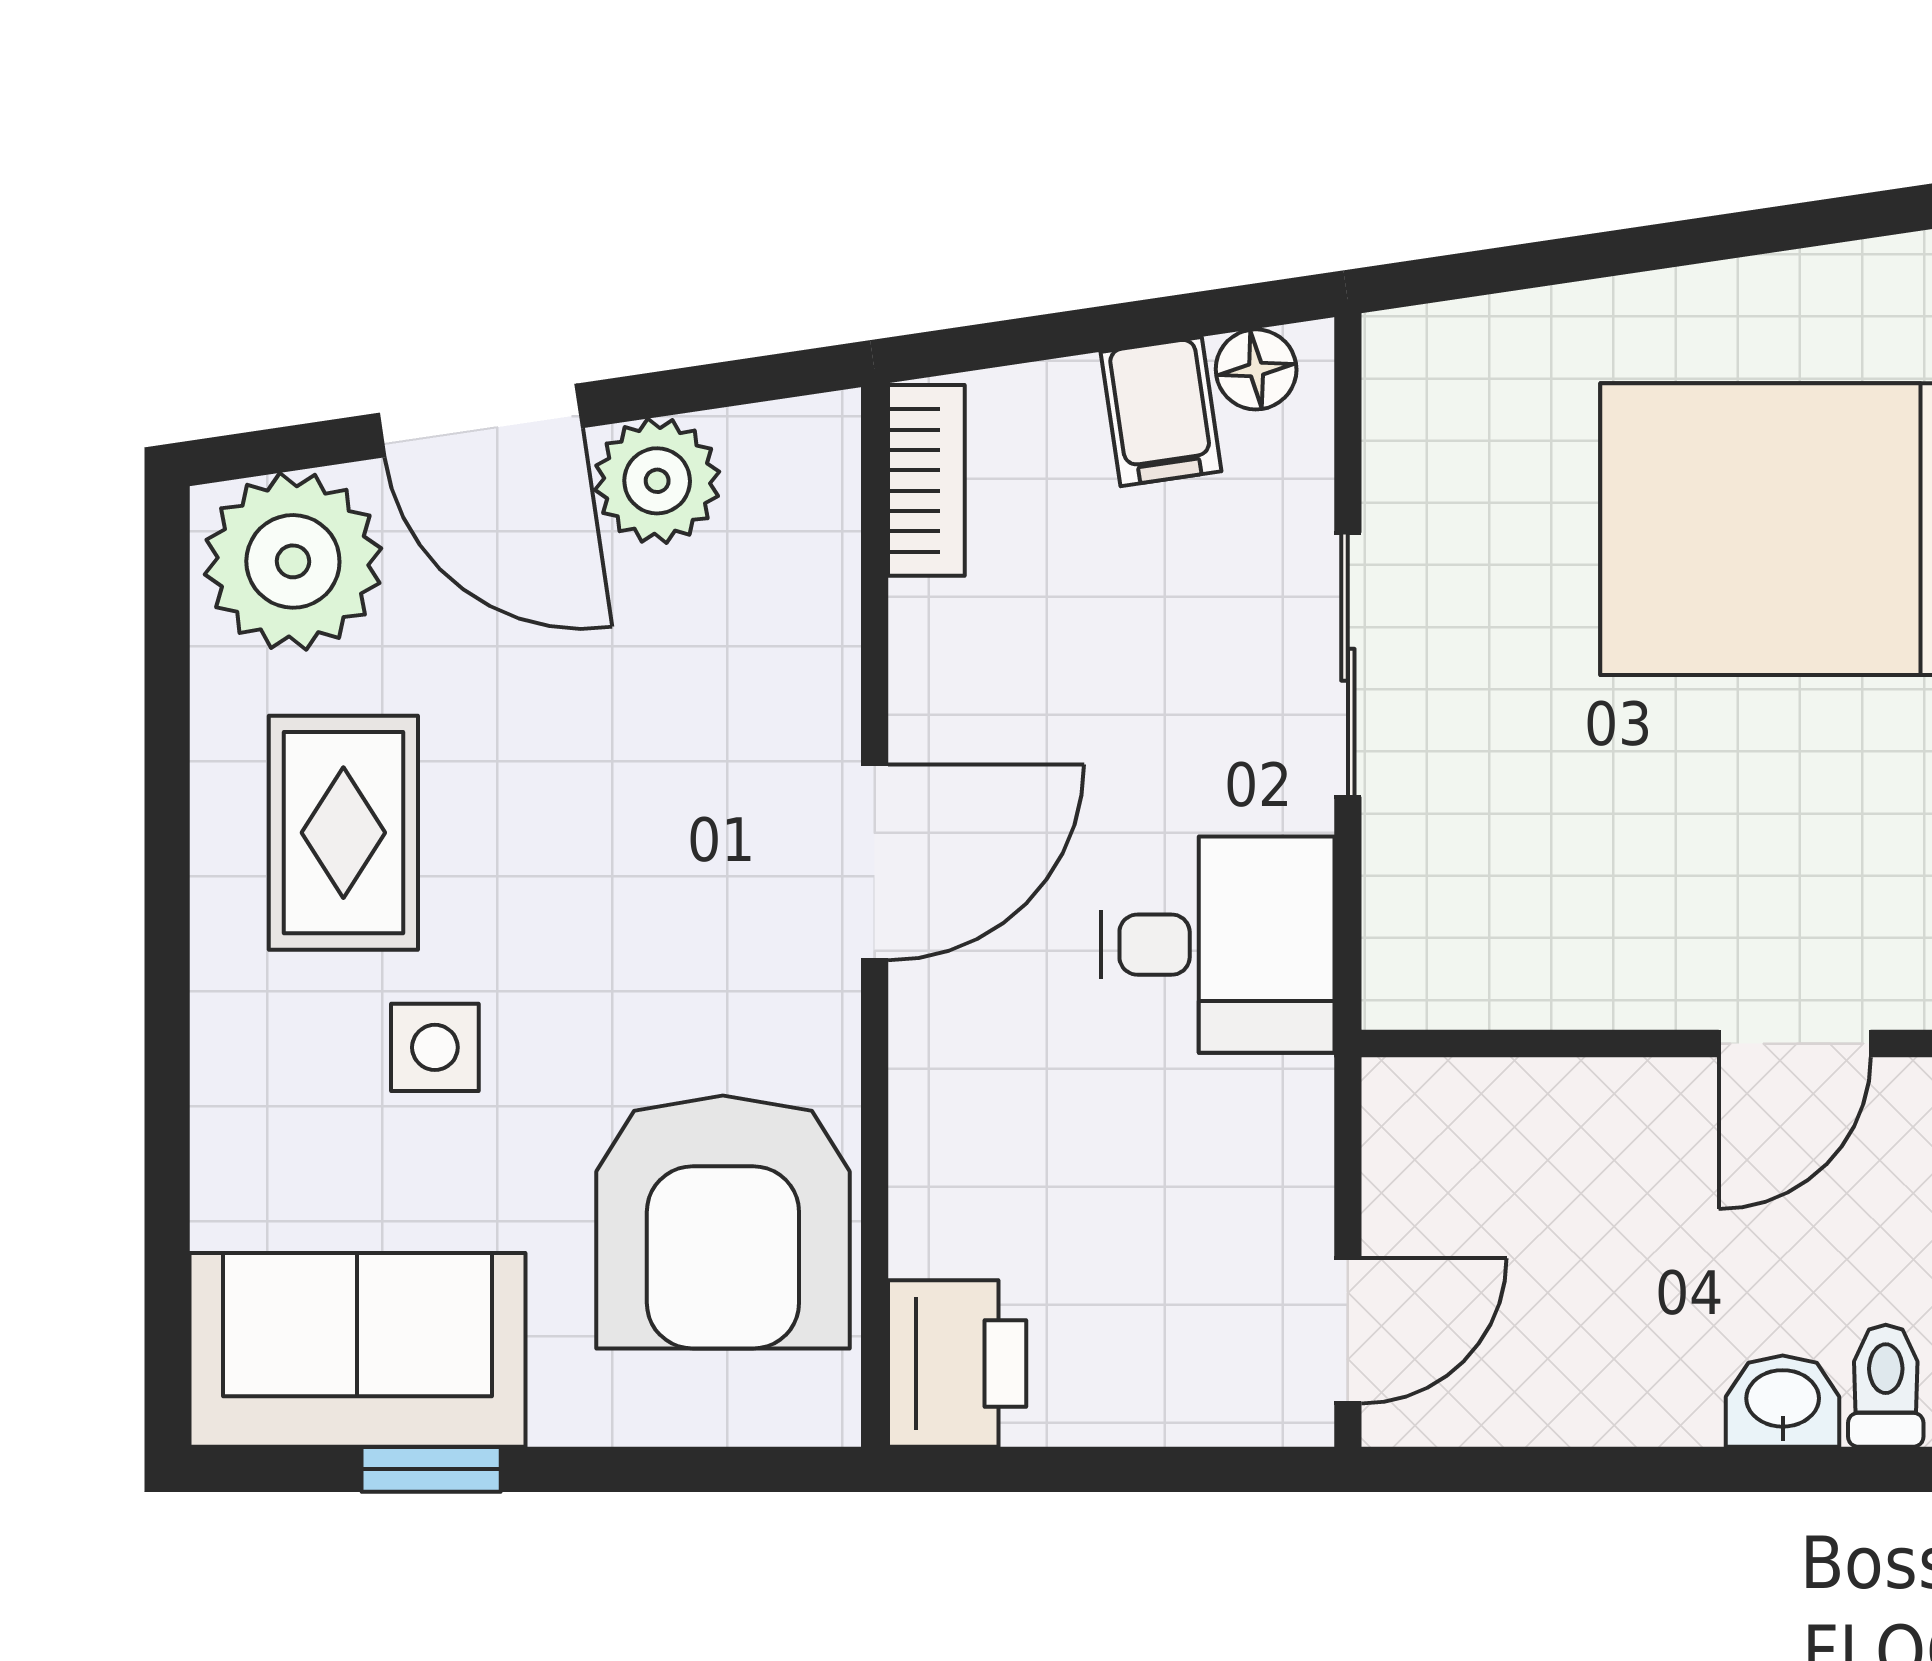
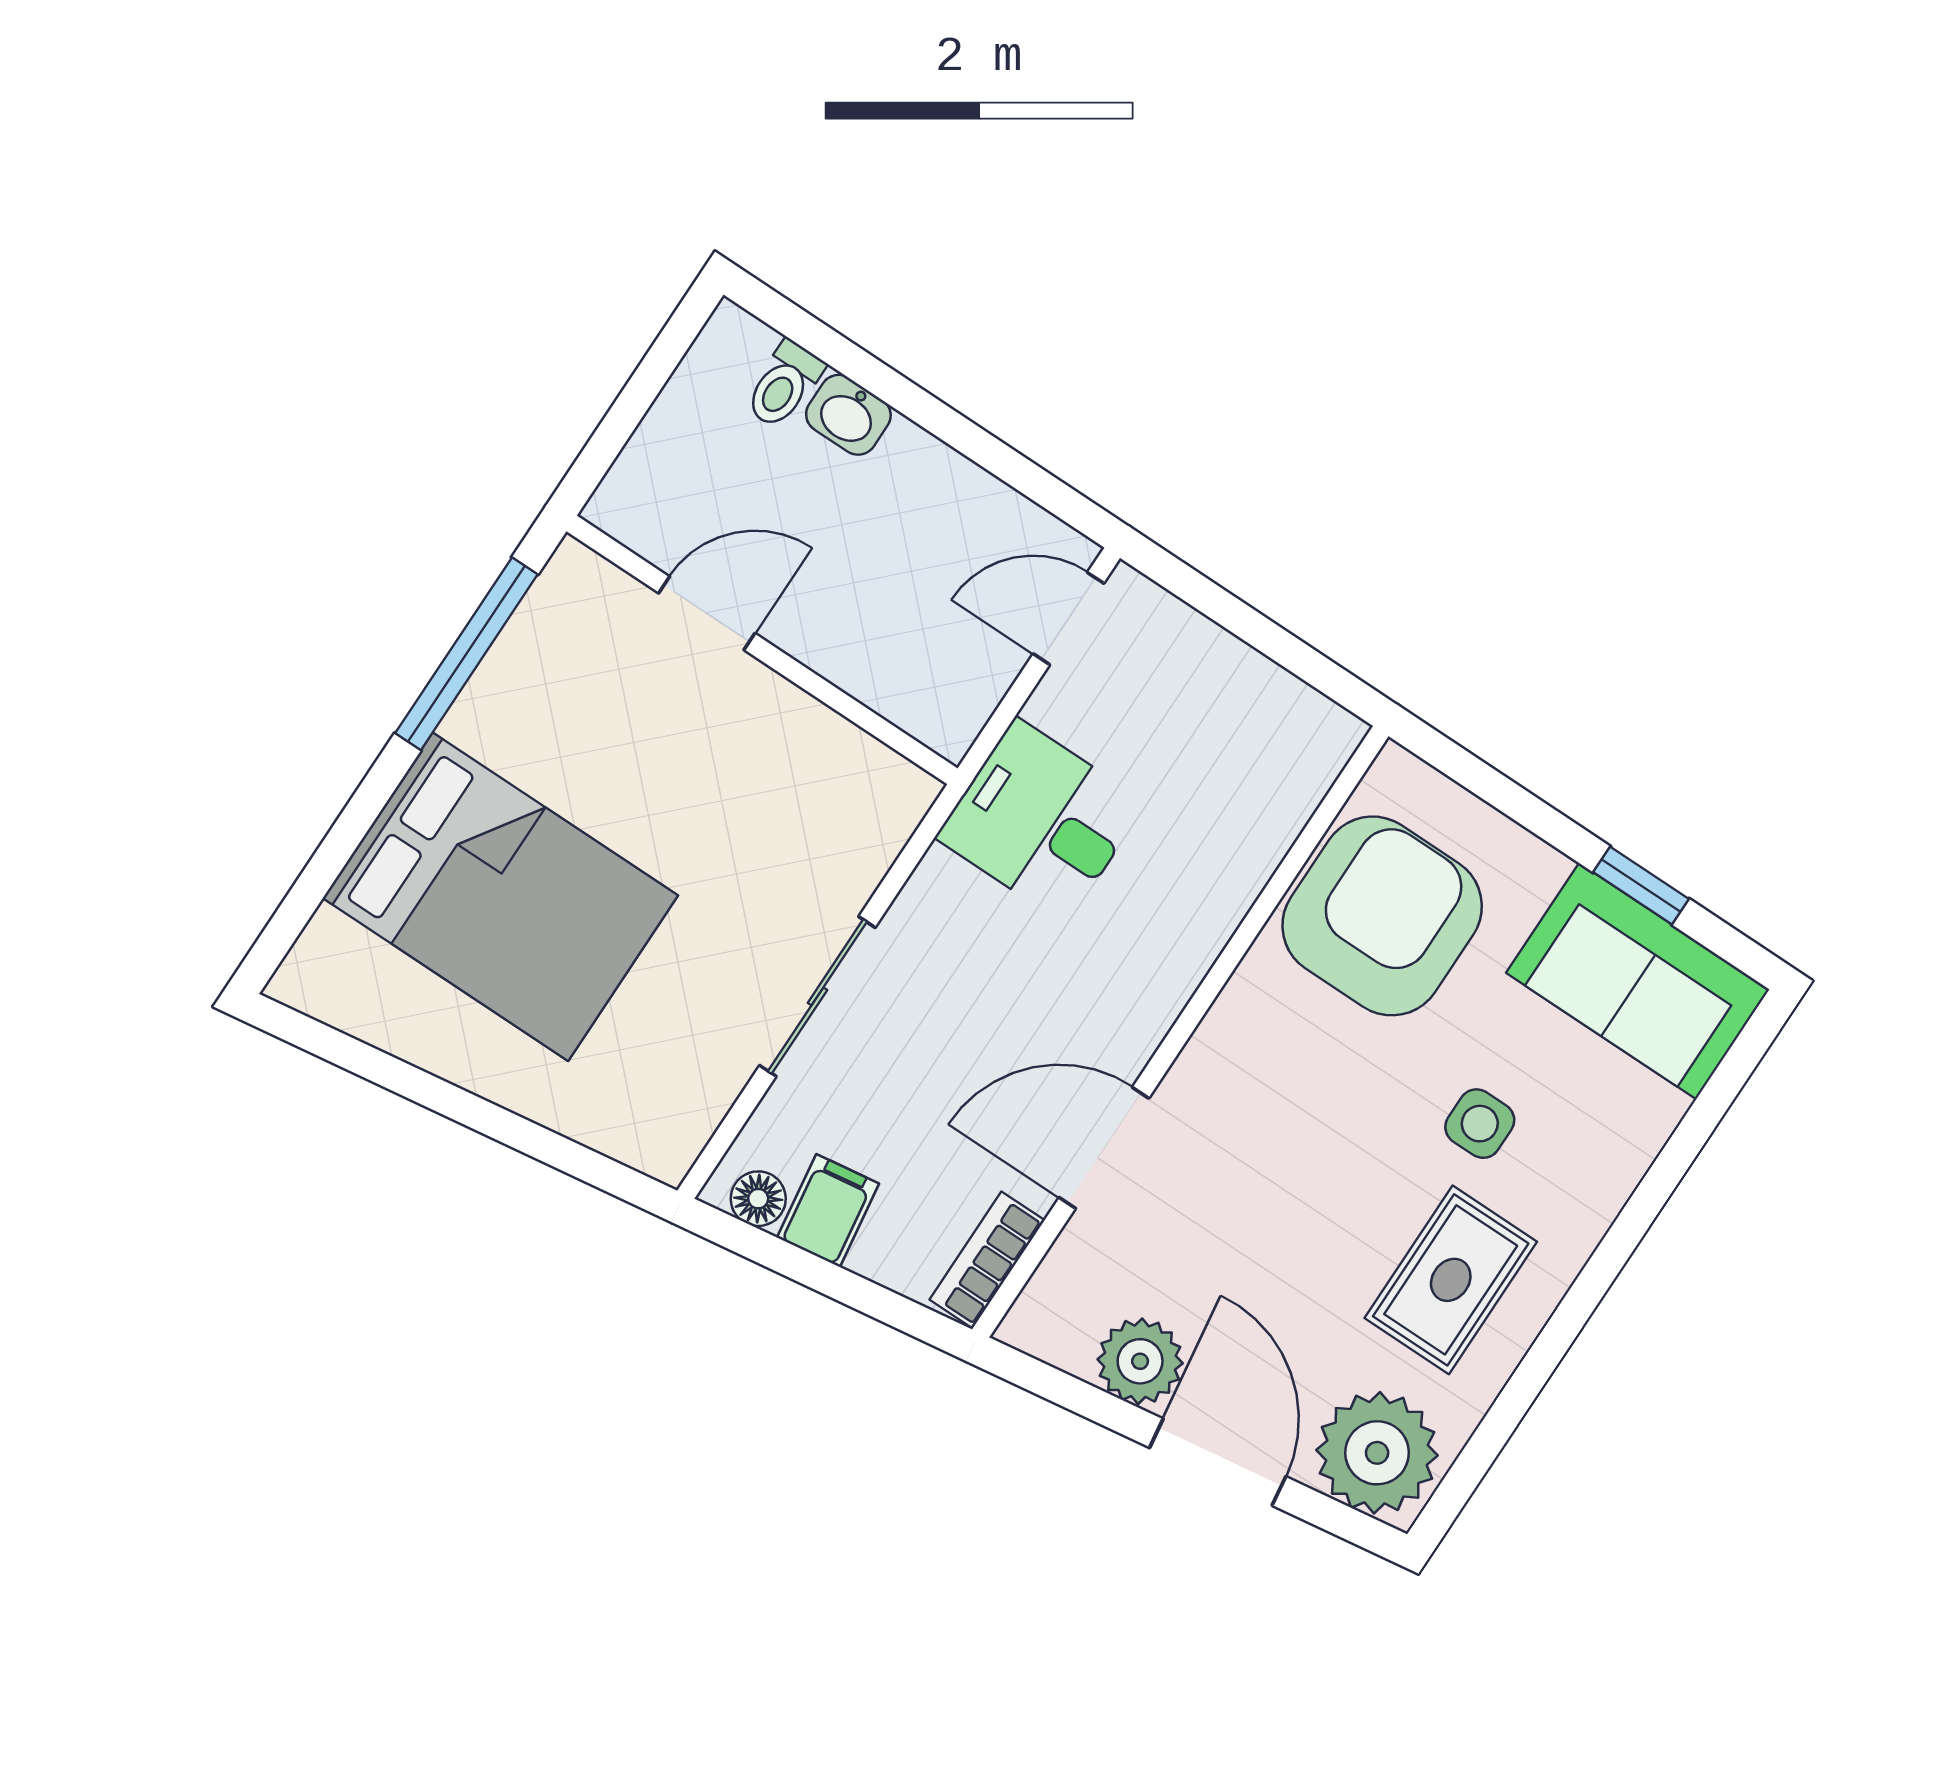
door: (875, 862) -> (1104, 1148), moved
desk: (1218, 945) -> (1041, 821), moved
printer: (957, 1364) -> (1303, 747), removed

